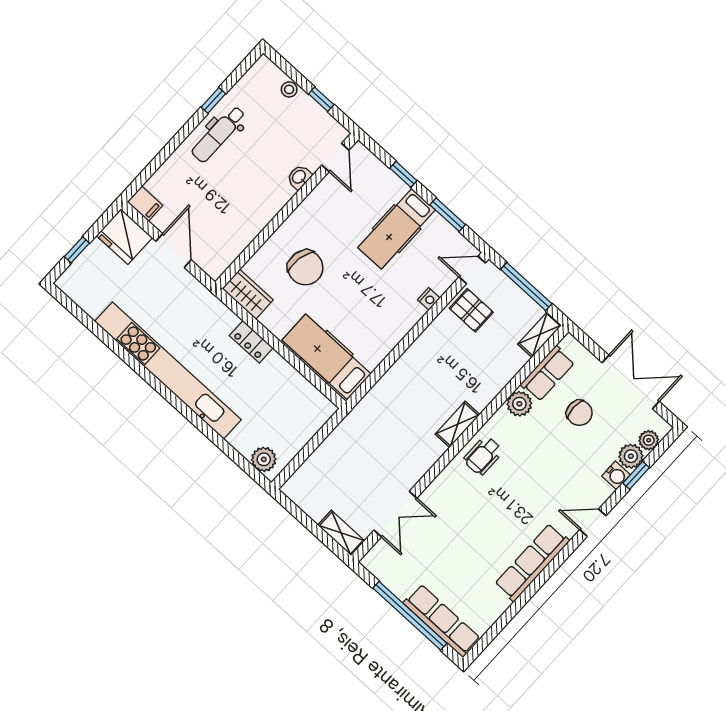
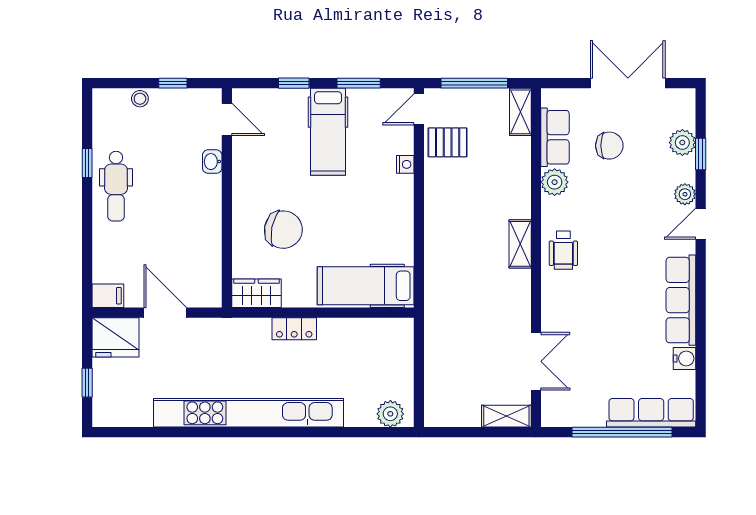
plant: (649, 440) -> (685, 194), moved
water cooler: (616, 475) -> (684, 359), moved

